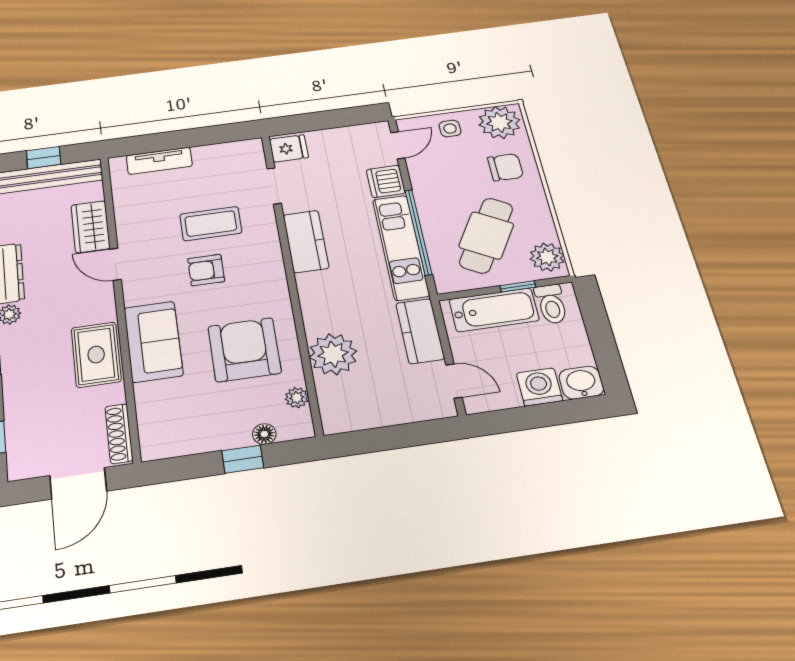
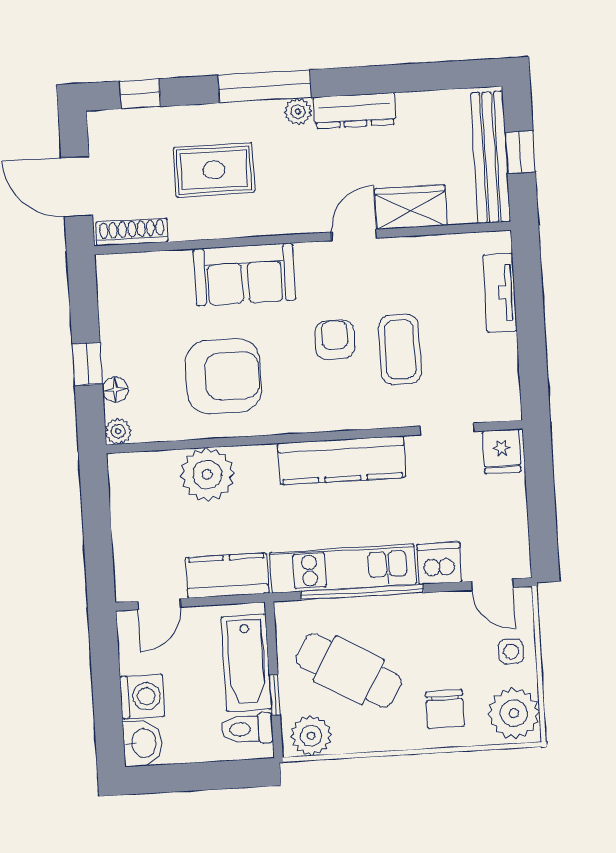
kitchen counter: (306, 241) -> (342, 460), width x1.50
rug: (96, 355) -> (214, 170), moved
plant: (297, 398) -> (118, 431), moved

